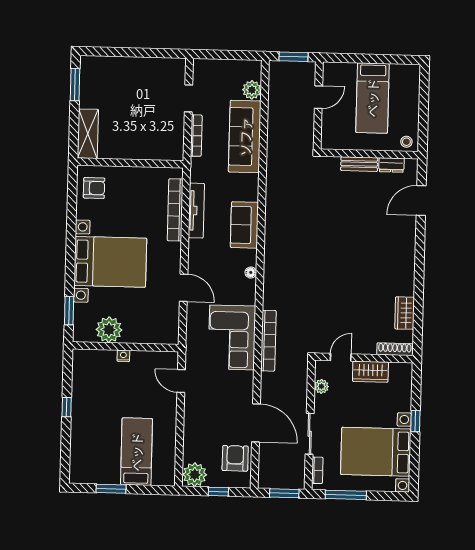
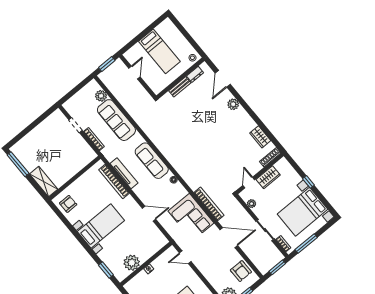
window: (75, 85) -> (18, 164), width x1.44
sofa: (244, 225) -> (152, 161), width x1.36
plant: (406, 243) -> (233, 104), added
bed with nightstands: (110, 262) -> (101, 226), width x0.73
door: (256, 423) -> (229, 238), moved
armchair: (235, 458) -> (241, 271), turned 180

